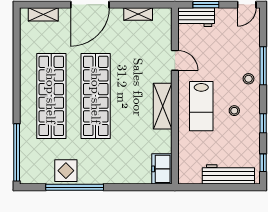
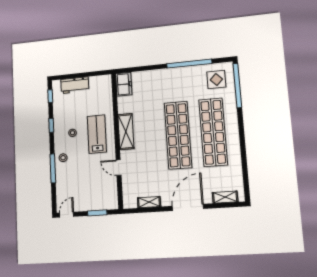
workbench: (196, 17) -> (104, 203), removed
display table: (66, 171) -> (216, 79), moved
workbench: (228, 174) -> (75, 85), width x0.73

